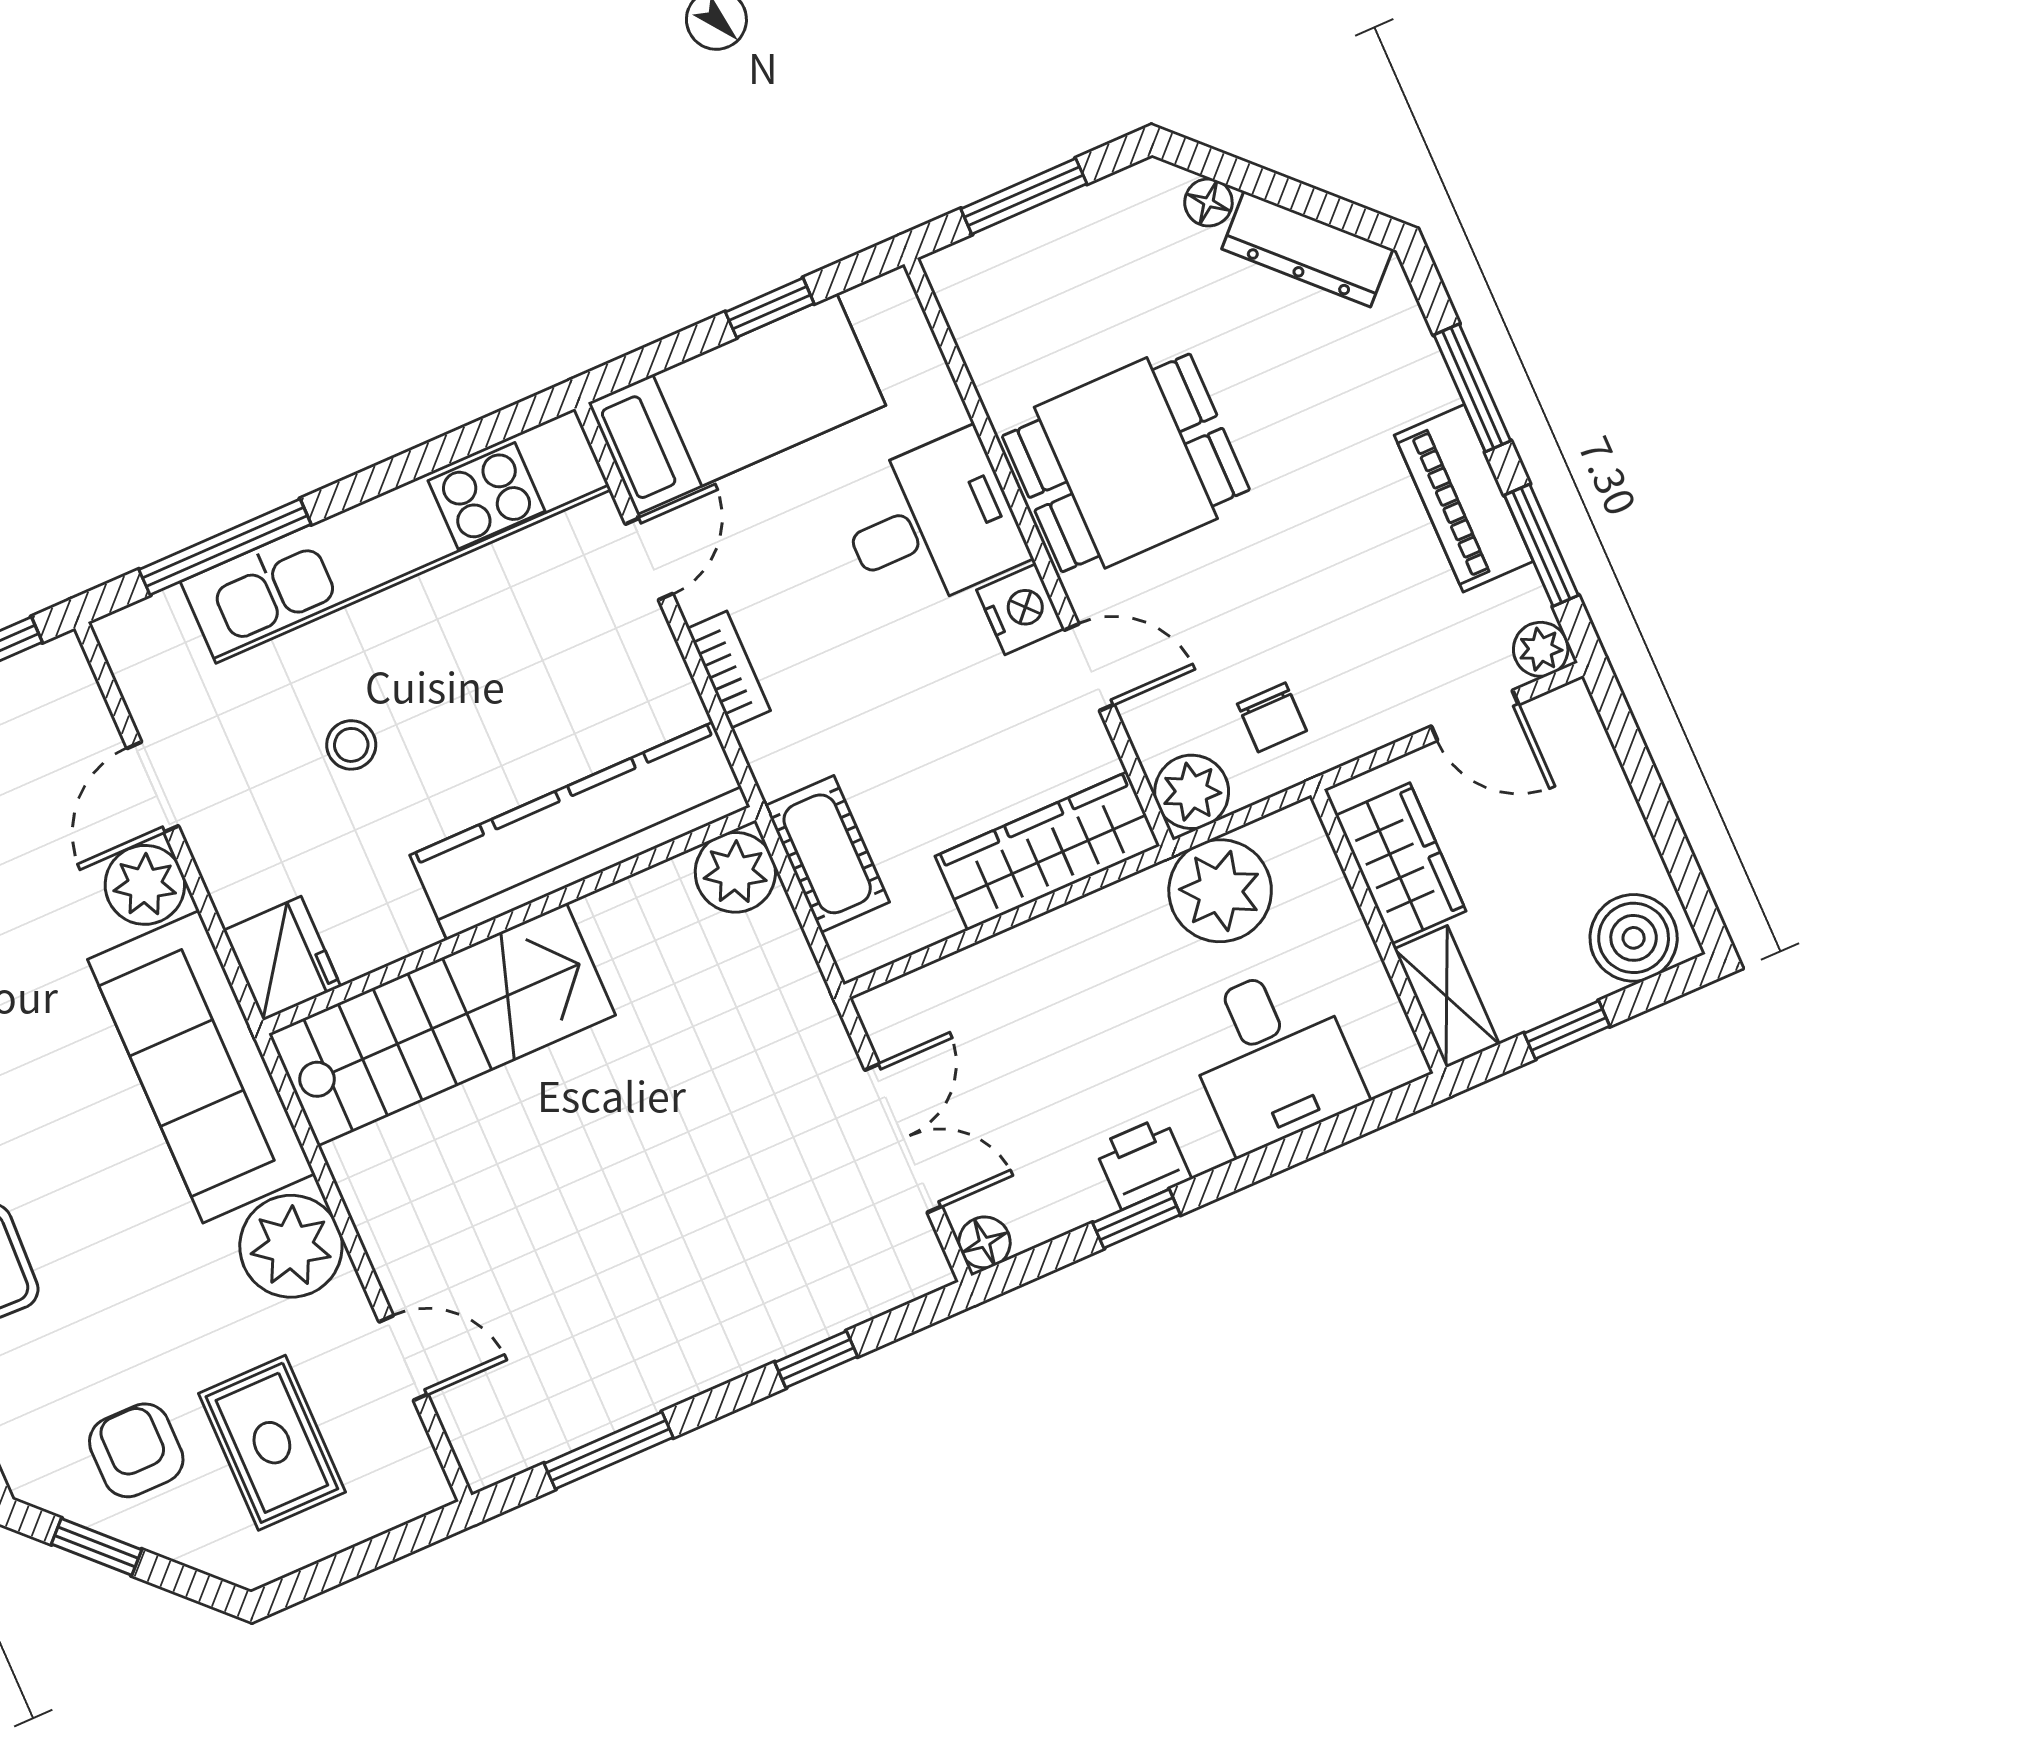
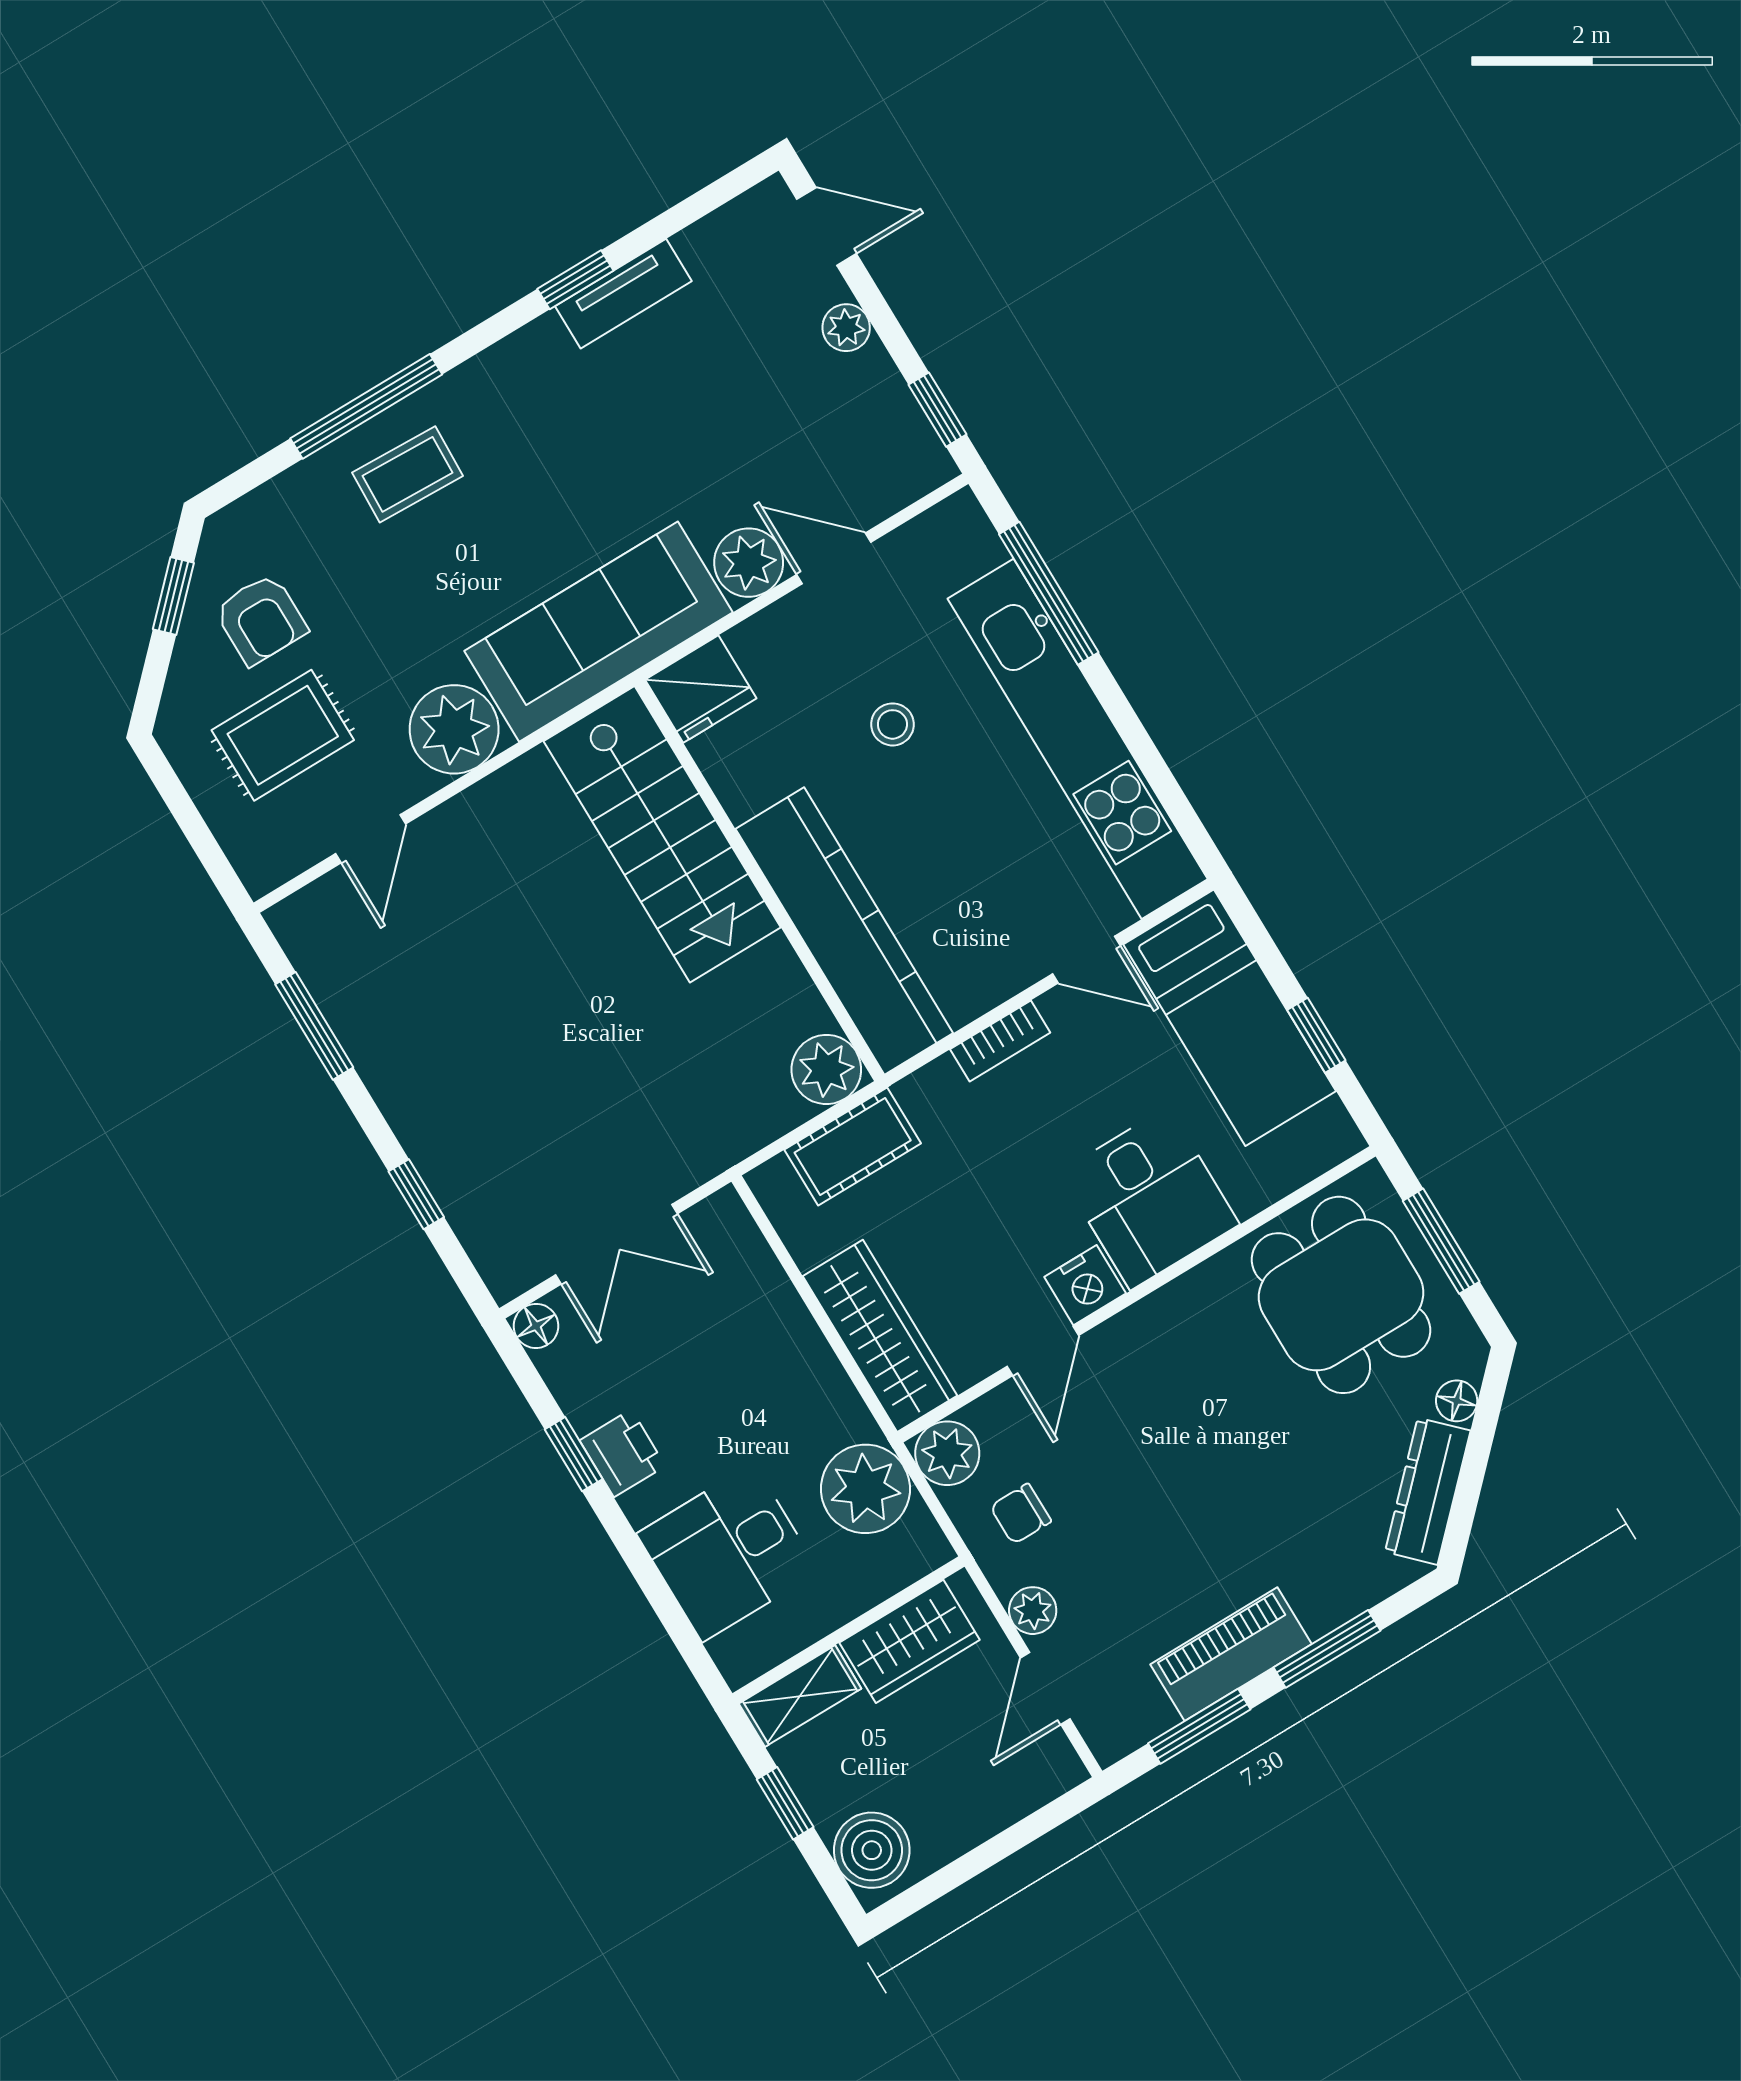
dining table: (1126, 463) -> (1341, 1295), moved
plant: (1541, 649) -> (1033, 1611), moved
armchair: (136, 1450) -> (261, 619), turned 90

